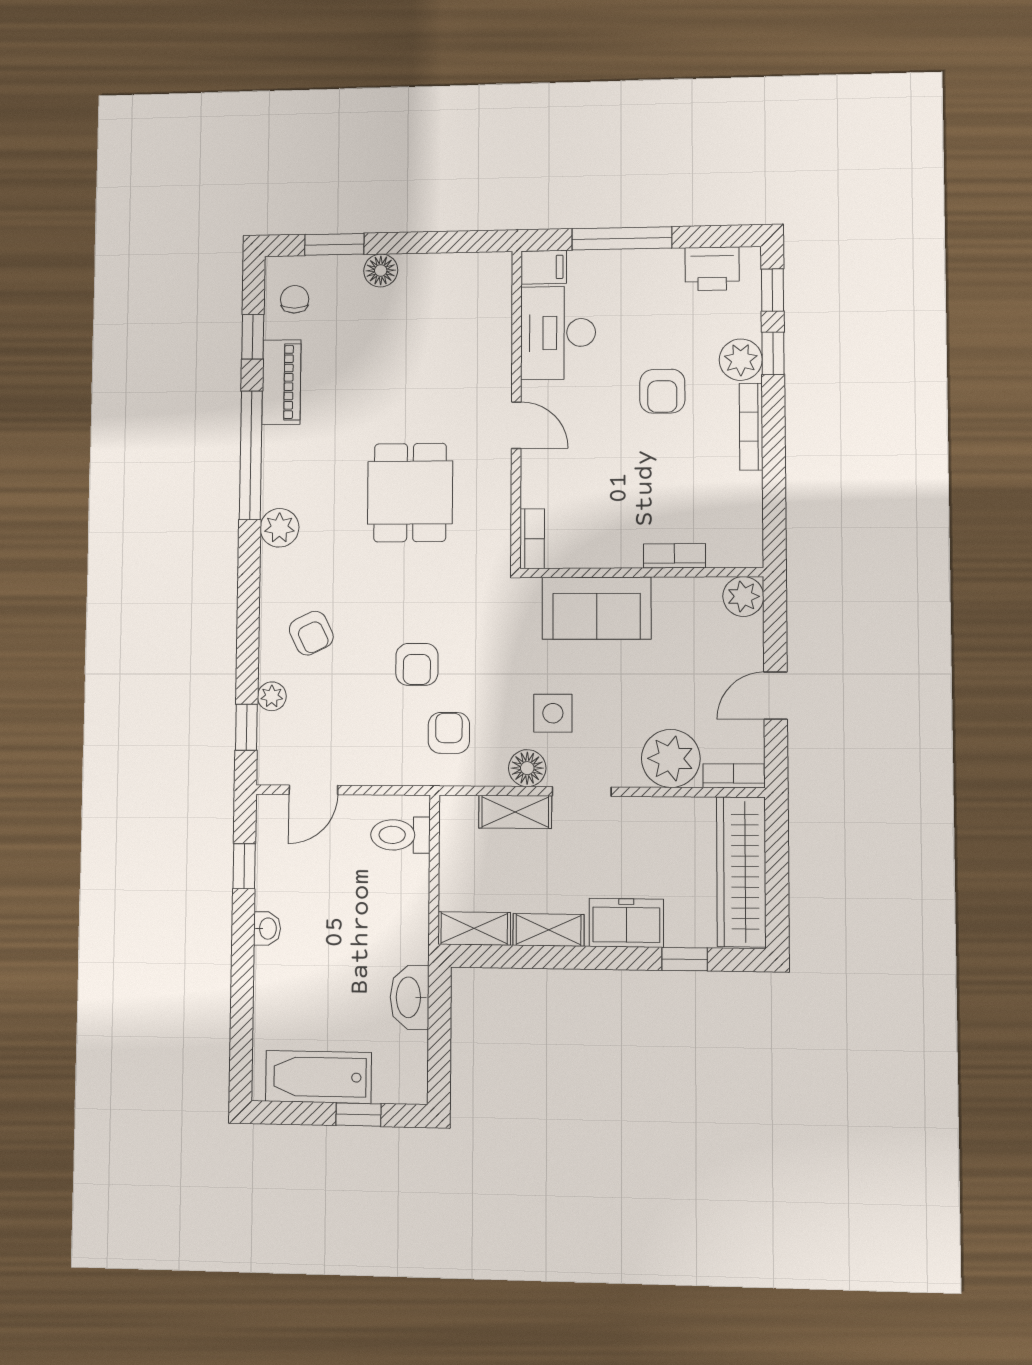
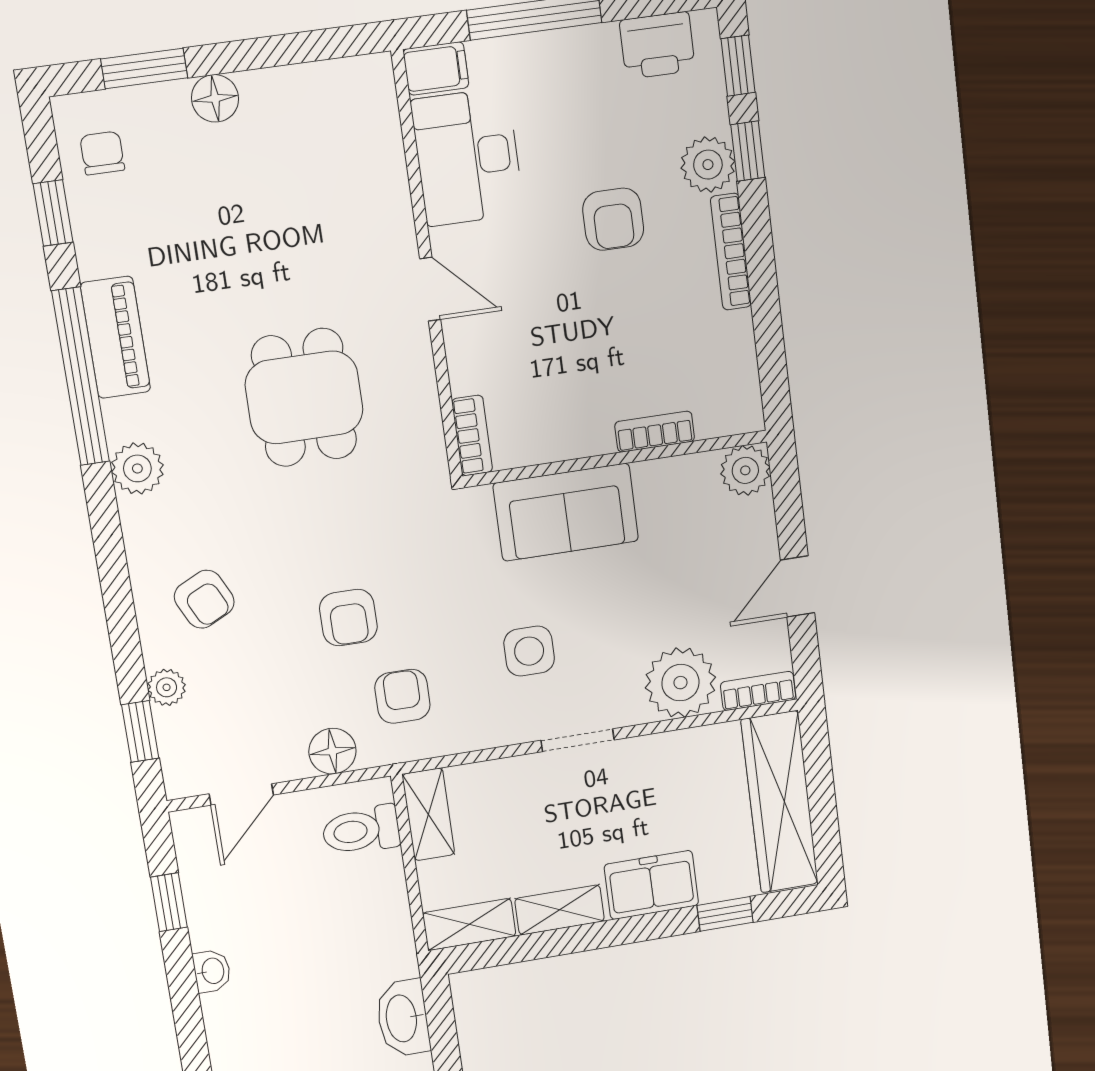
piano: (281, 382) -> (115, 337), moved
floor lamp: (527, 768) -> (332, 751), moved
shelving: (515, 812) -> (428, 814), moved, turned 90

